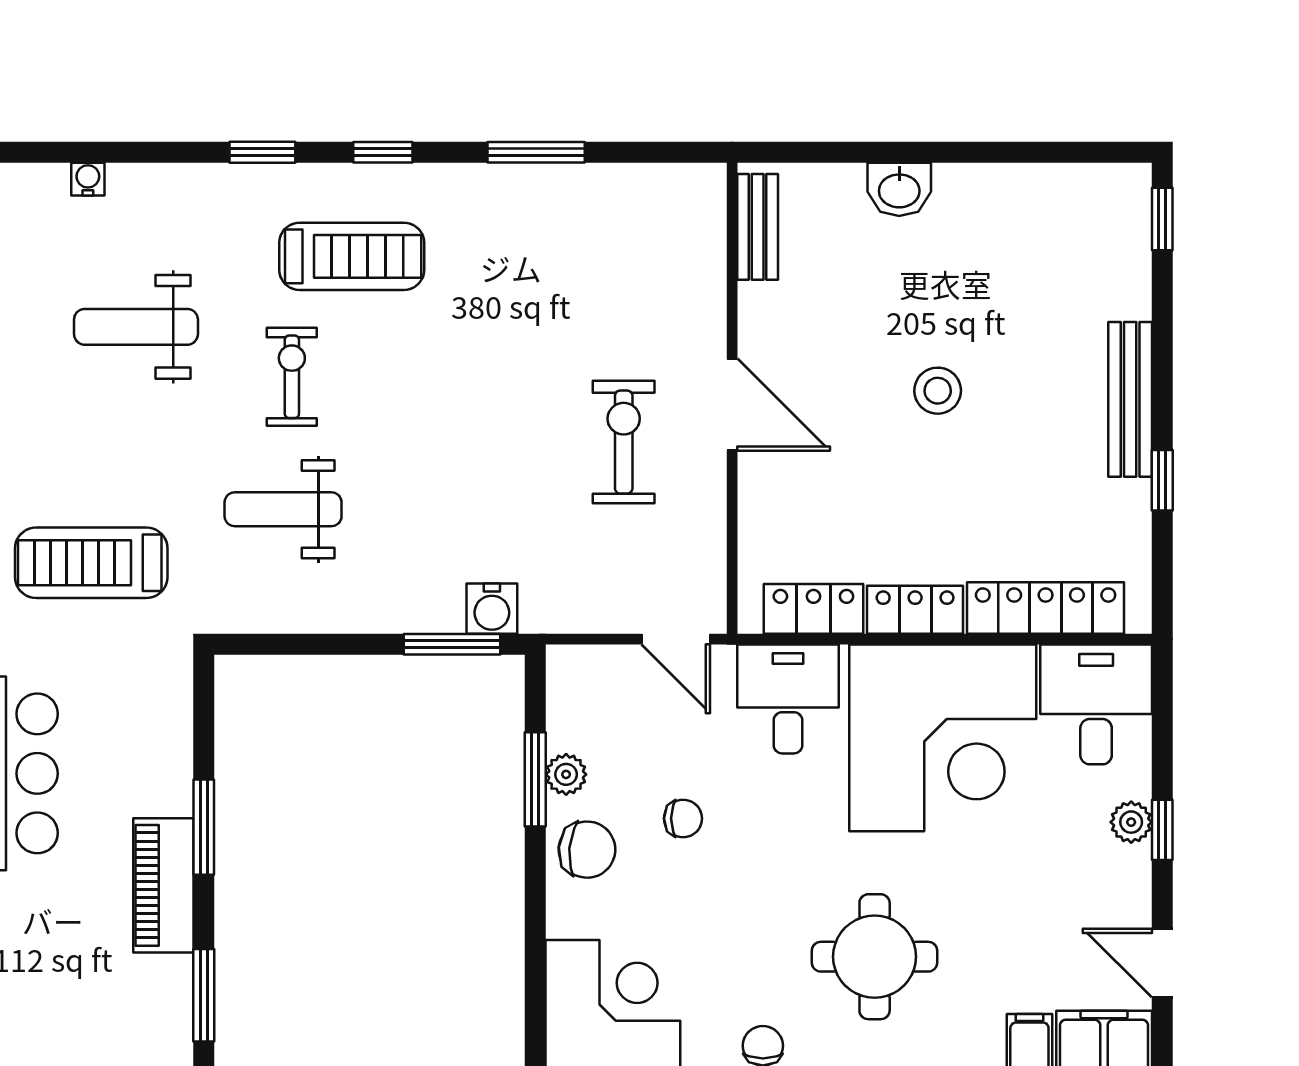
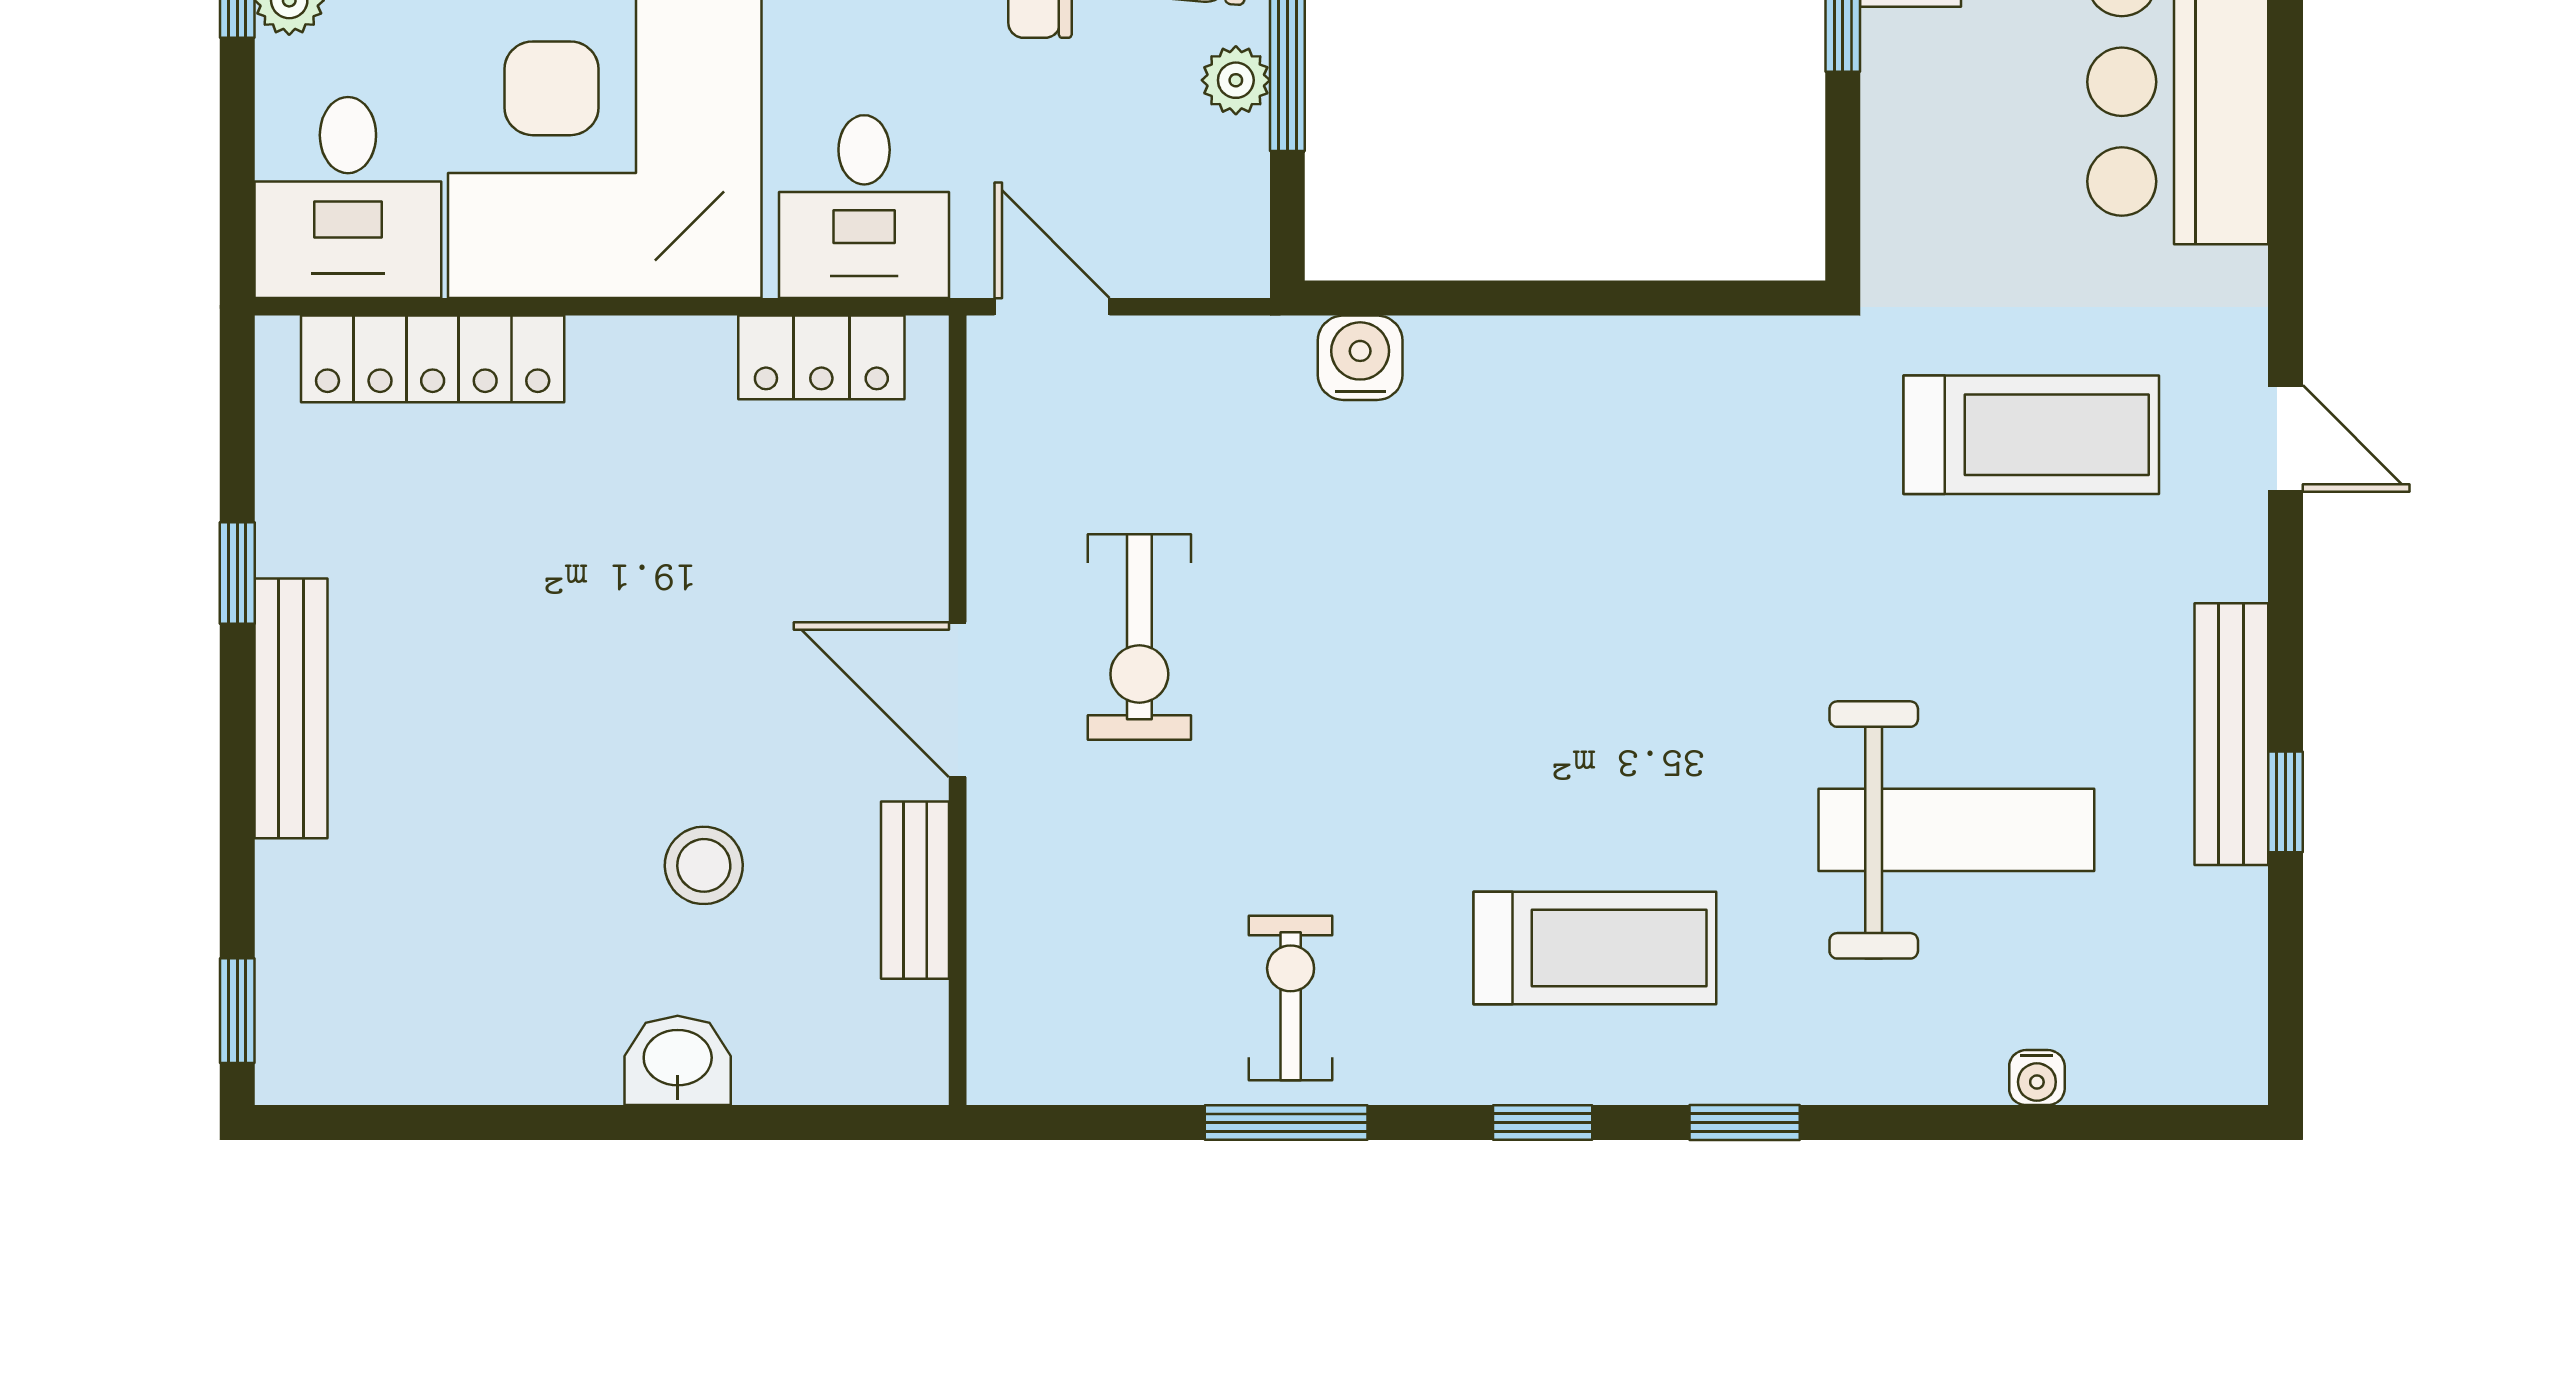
bench: (758, 227) -> (915, 890), moved
treadmill: (352, 256) -> (1595, 948), turned 180
weight bench: (136, 327) -> (1956, 830), width x1.36, depth x1.33
exercise bike: (292, 377) -> (1291, 998), moved, turned 180
stool: (938, 391) -> (704, 865), moved
weight bench: (283, 509) -> (1710, 524), removed
locker: (915, 610) -> (651, 356), removed
window: (452, 644) -> (1427, 298), removed

